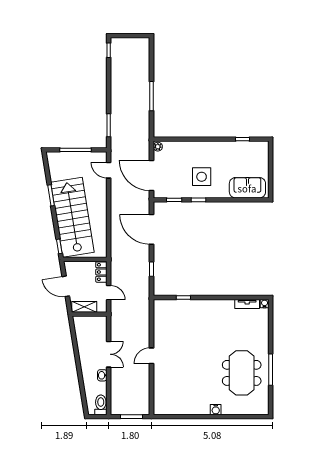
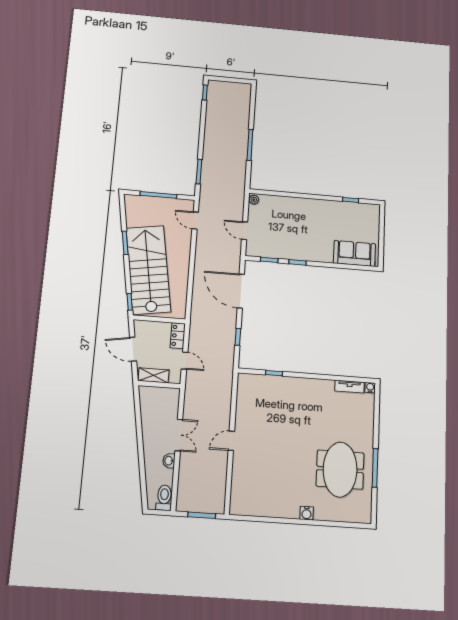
door: (151, 176) -> (245, 231), width x0.53
side table: (202, 177) -> (302, 237), removed

